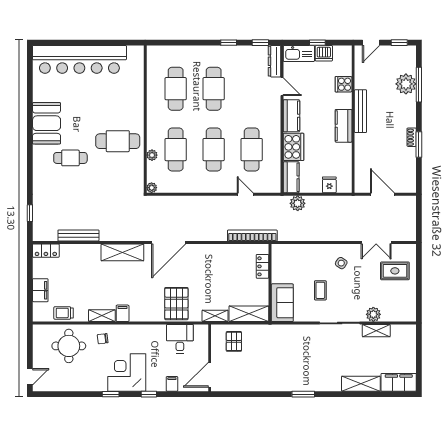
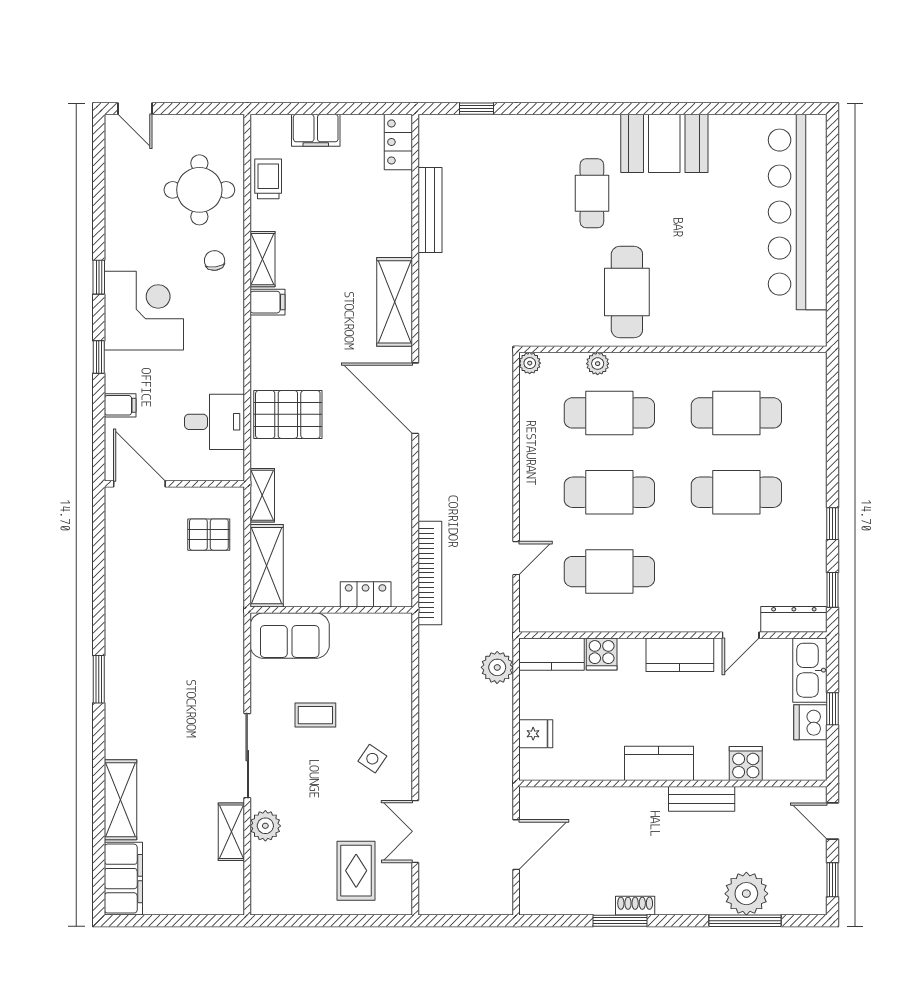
bench: (360, 111) -> (702, 799), width x0.73
cooker: (294, 147) -> (602, 654), width x0.53, depth x0.76

